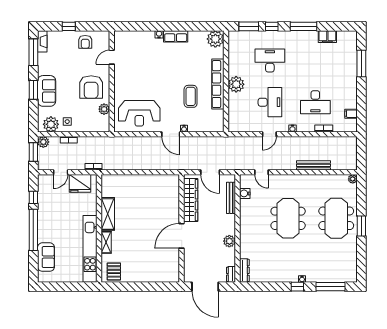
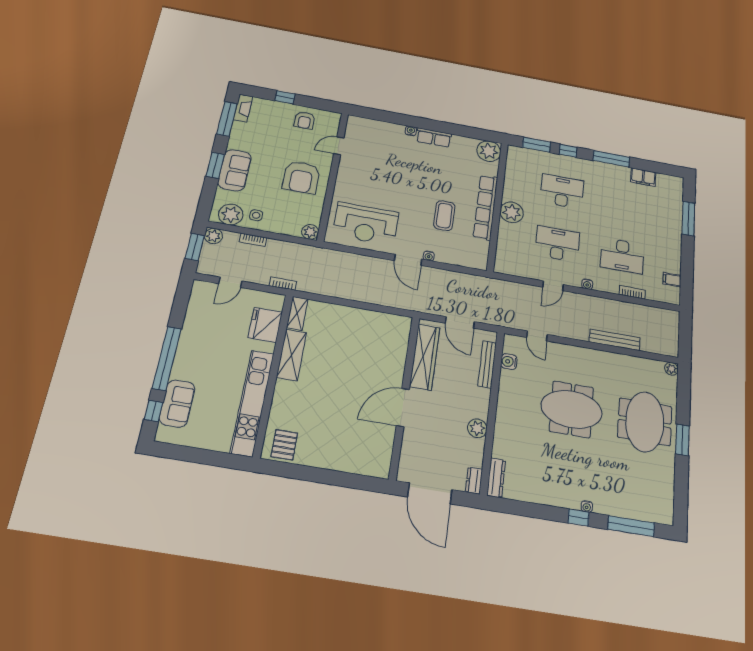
desk: (270, 102) -> (557, 244), turned -90
plant: (104, 109) -> (310, 232), moved
fridge: (80, 183) -> (265, 325), moved, turned 90
window: (33, 197) -> (154, 411), moved
meeting table: (288, 218) -> (571, 409), turned 90
shelving: (106, 242) -> (297, 313), moved

